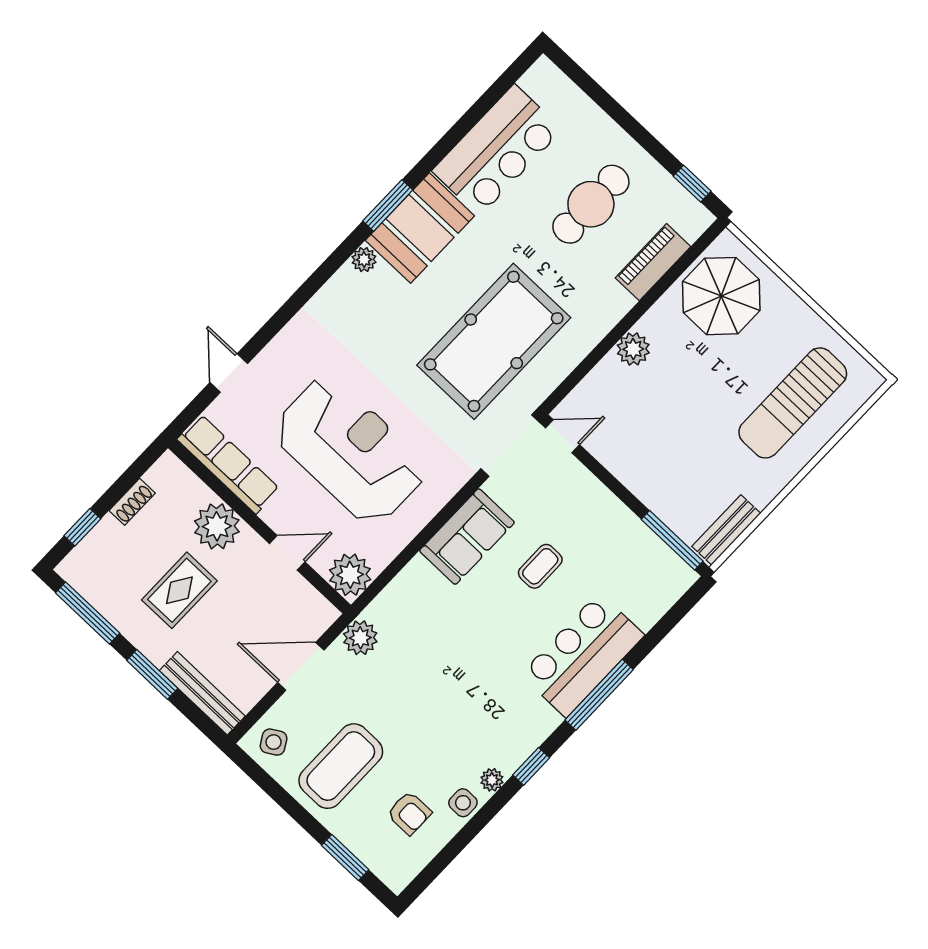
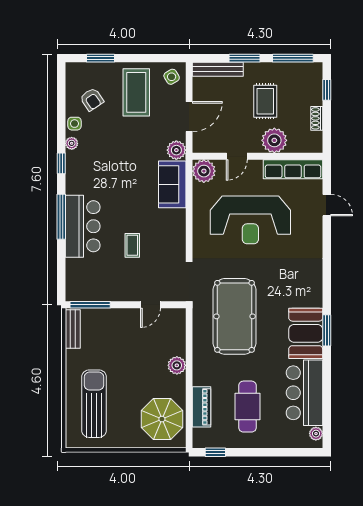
plant: (364, 260) -> (316, 434), moved
door: (563, 436) -> (150, 305), moved
sofa: (467, 537) -> (172, 184), moved
armchair: (409, 813) -> (92, 99), turned -124

